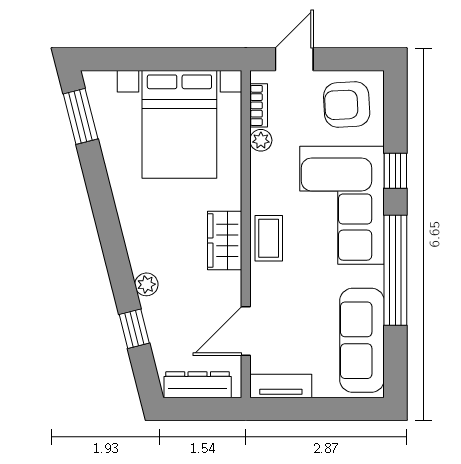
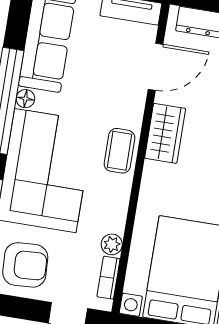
wardrobe: (225, 241) -> (165, 133), moved
floor lamp: (375, 276) -> (25, 99), added

